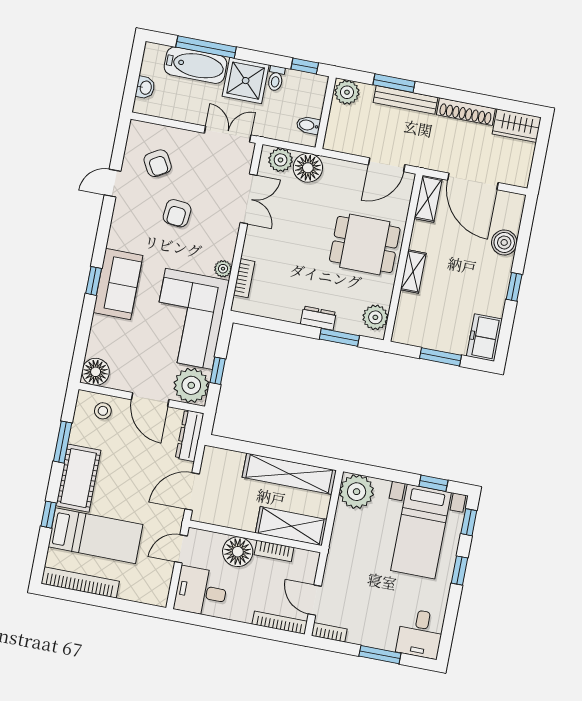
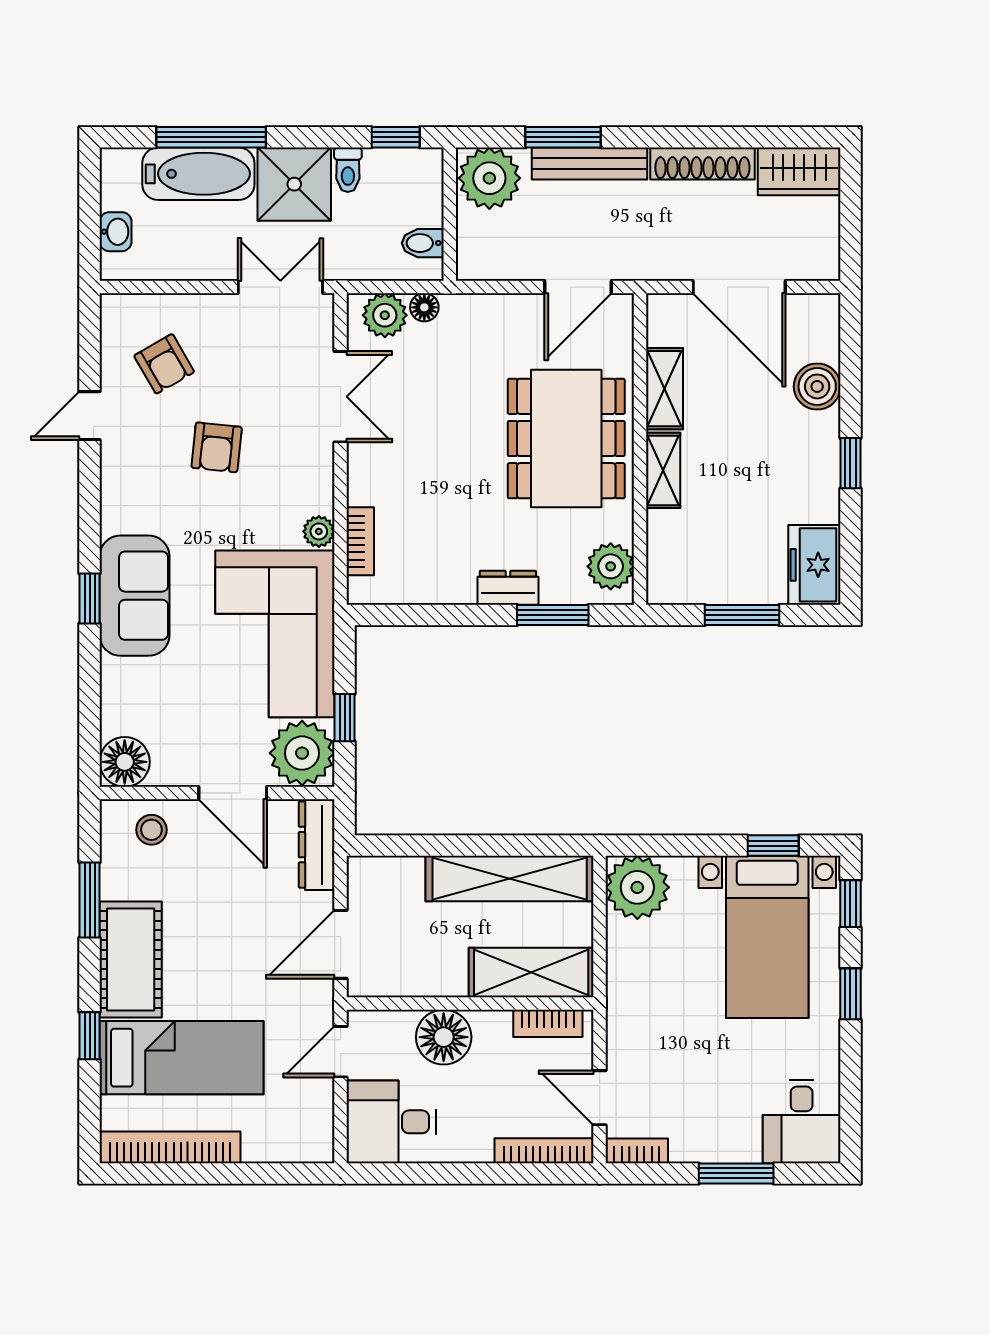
plant: (347, 92) -> (489, 178), width x1.36, depth x1.36
floor lamp: (308, 168) -> (424, 307), width x0.53, depth x0.53
shelving: (428, 199) -> (664, 389), moved
dining table: (365, 244) -> (566, 439), width x1.38
bookcase: (274, 551) -> (548, 1023), moved

